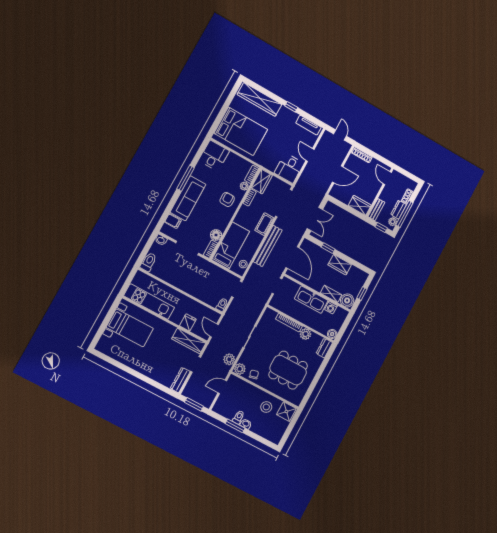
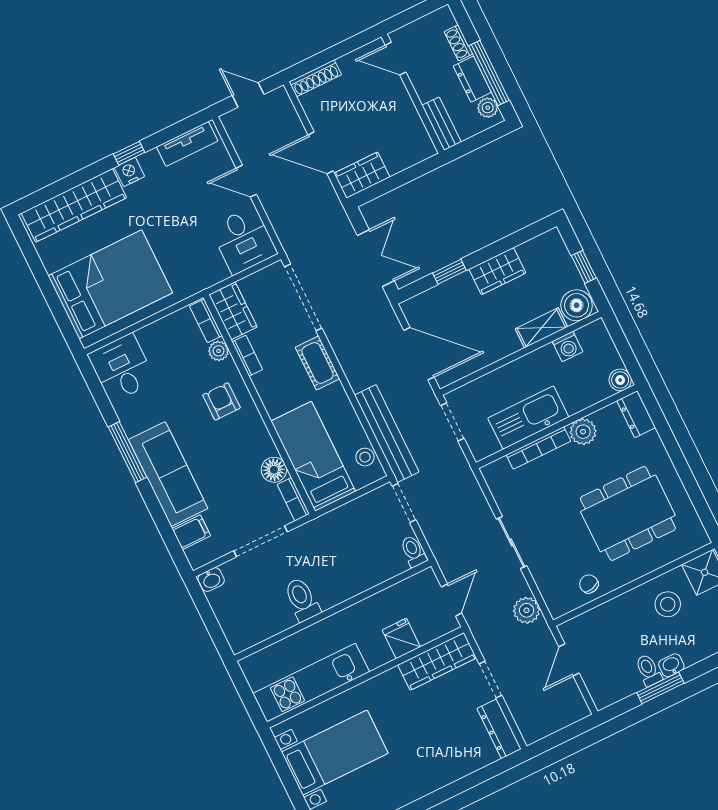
nightstand: (285, 111) -> (129, 172), added
door: (338, 174) -> (321, 153), swing flipped
wardrobe: (360, 205) -> (362, 175), moved
window: (381, 228) -> (483, 138), removed
bench: (268, 246) -> (387, 434), moved
toilet: (149, 262) -> (302, 599), moved
kitchen sink: (311, 300) -> (528, 418), moved, turned 180
door: (214, 330) -> (451, 600), swing flipped
plant: (240, 369) -> (559, 603), removed
window: (194, 404) -> (563, 736), removed

